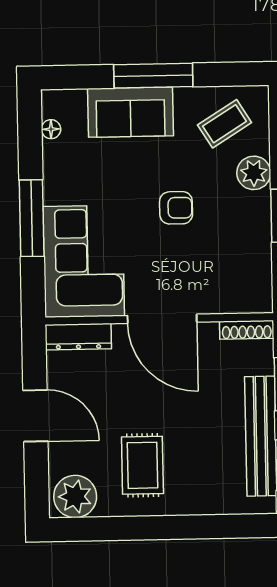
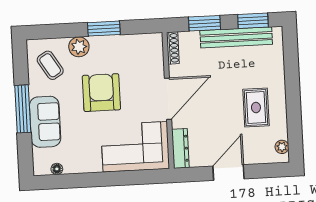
armchair: (176, 208) -> (101, 93), width x1.88, depth x1.88
window: (32, 218) -> (110, 179), removed
rug: (142, 465) -> (256, 108), turned 90
plant: (75, 497) -> (282, 147), width x0.53, depth x0.53

